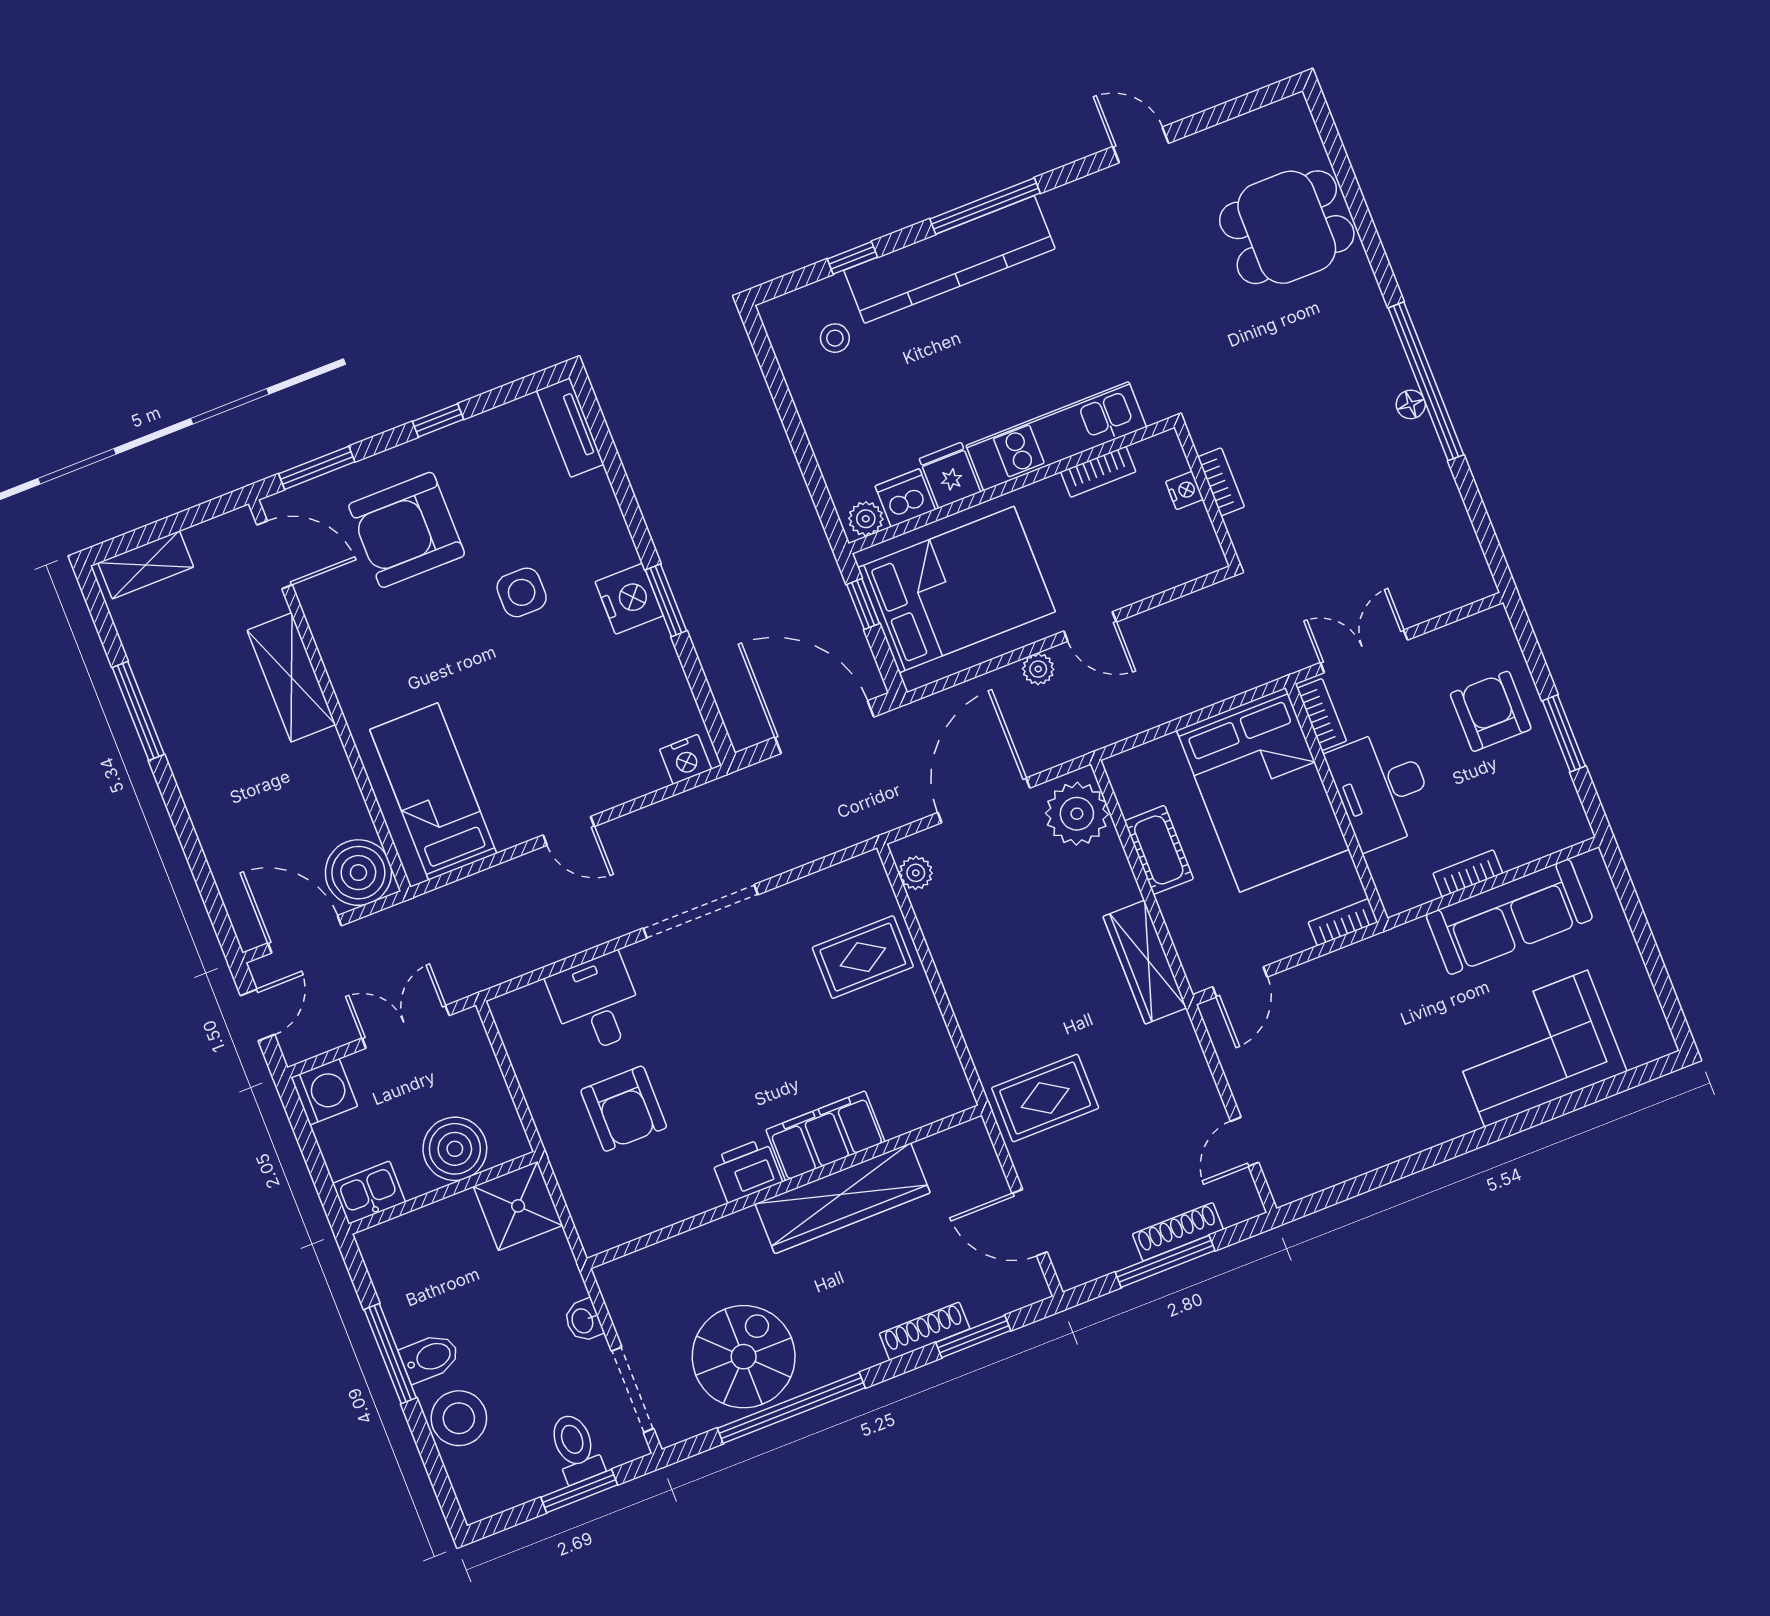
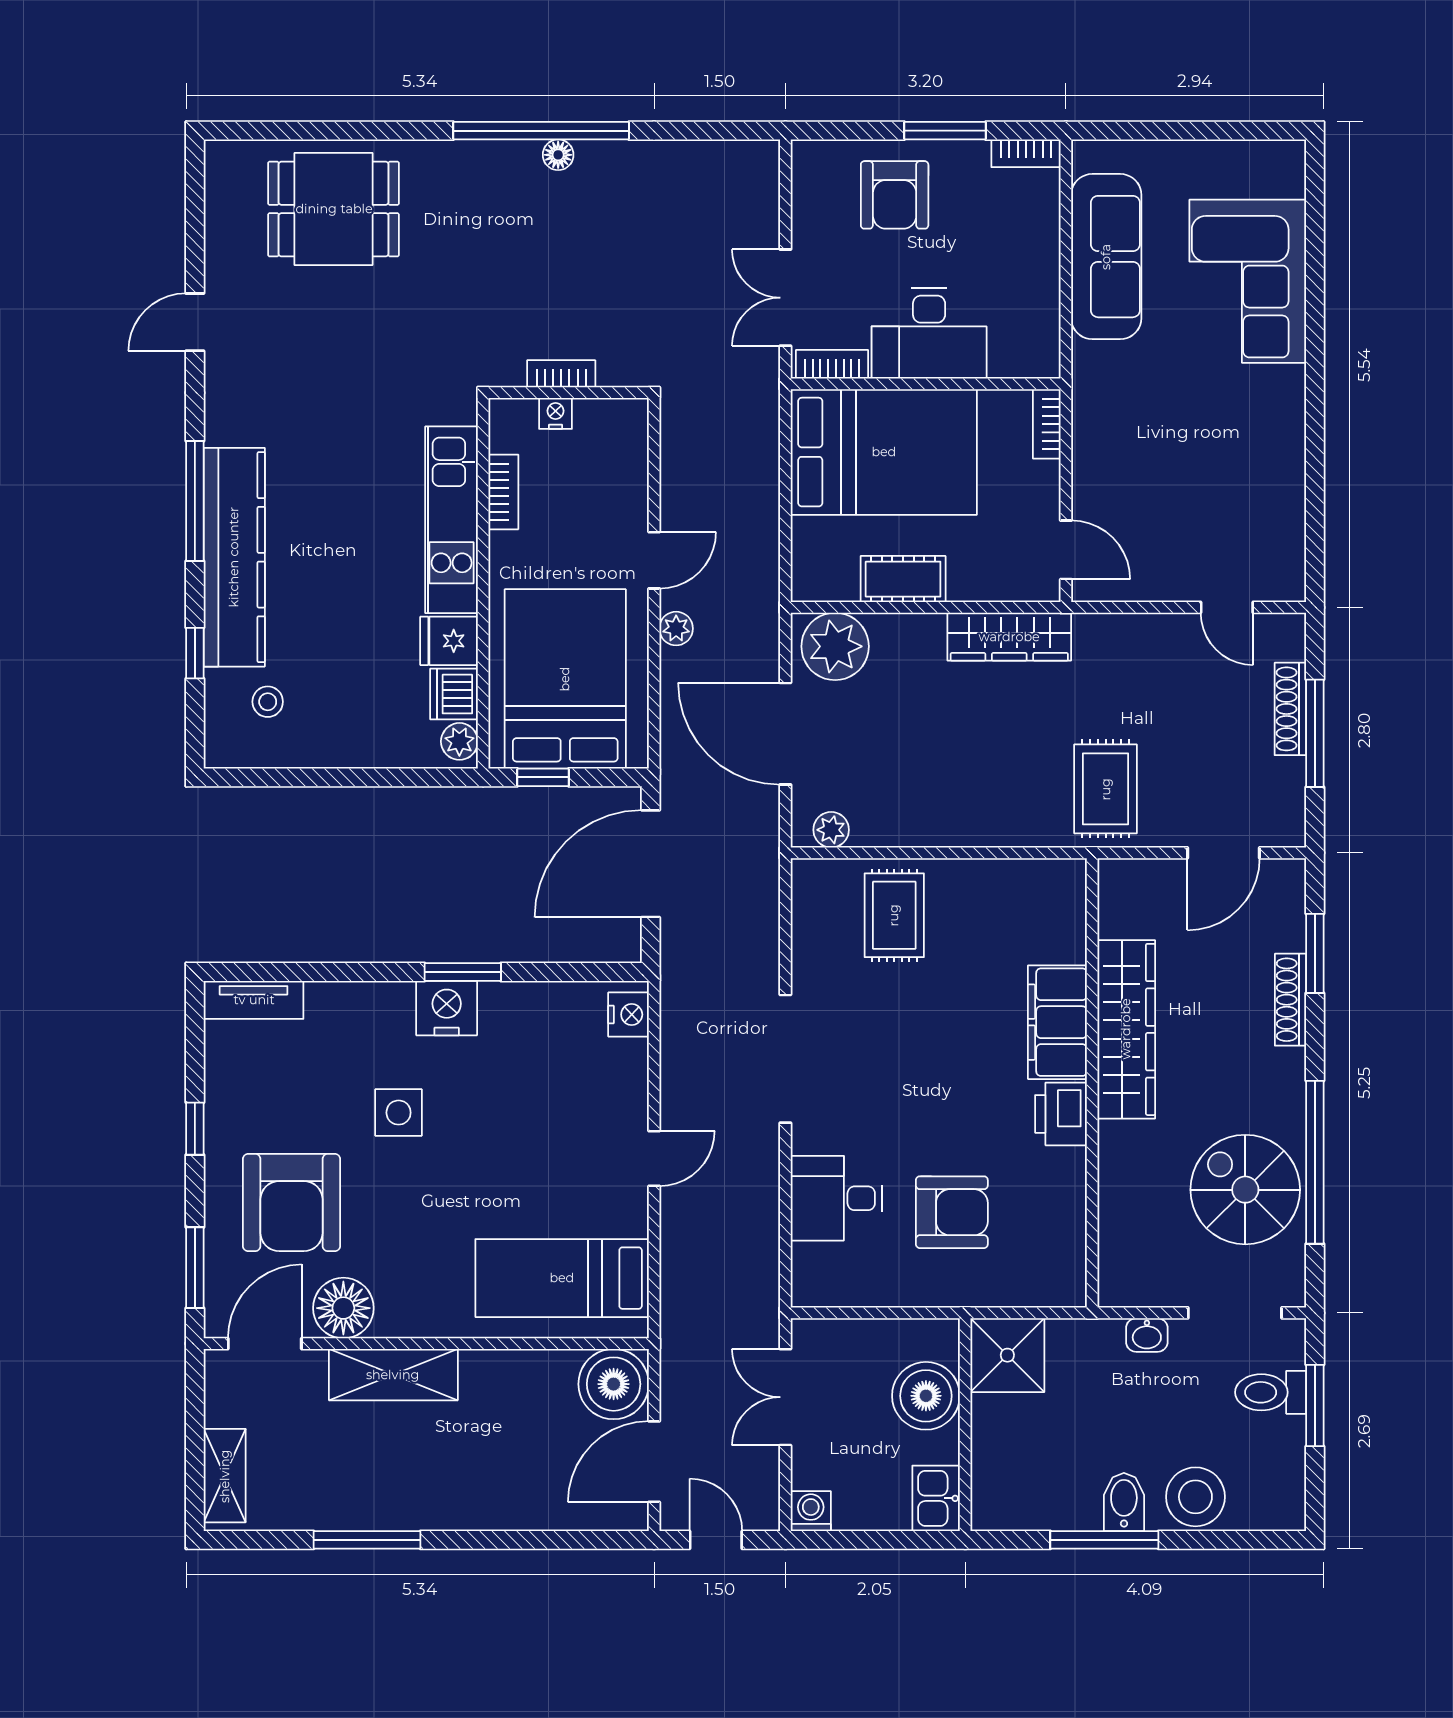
dining table: (1287, 227) -> (334, 209), turned 90
floor lamp: (332, 611) -> (343, 1308), added
armchair: (1491, 711) -> (895, 195), turned -90
bookcase: (1468, 873) -> (1026, 153), moved, turned -90
washing machine: (324, 1092) -> (811, 1511), width x0.73, depth x0.73

